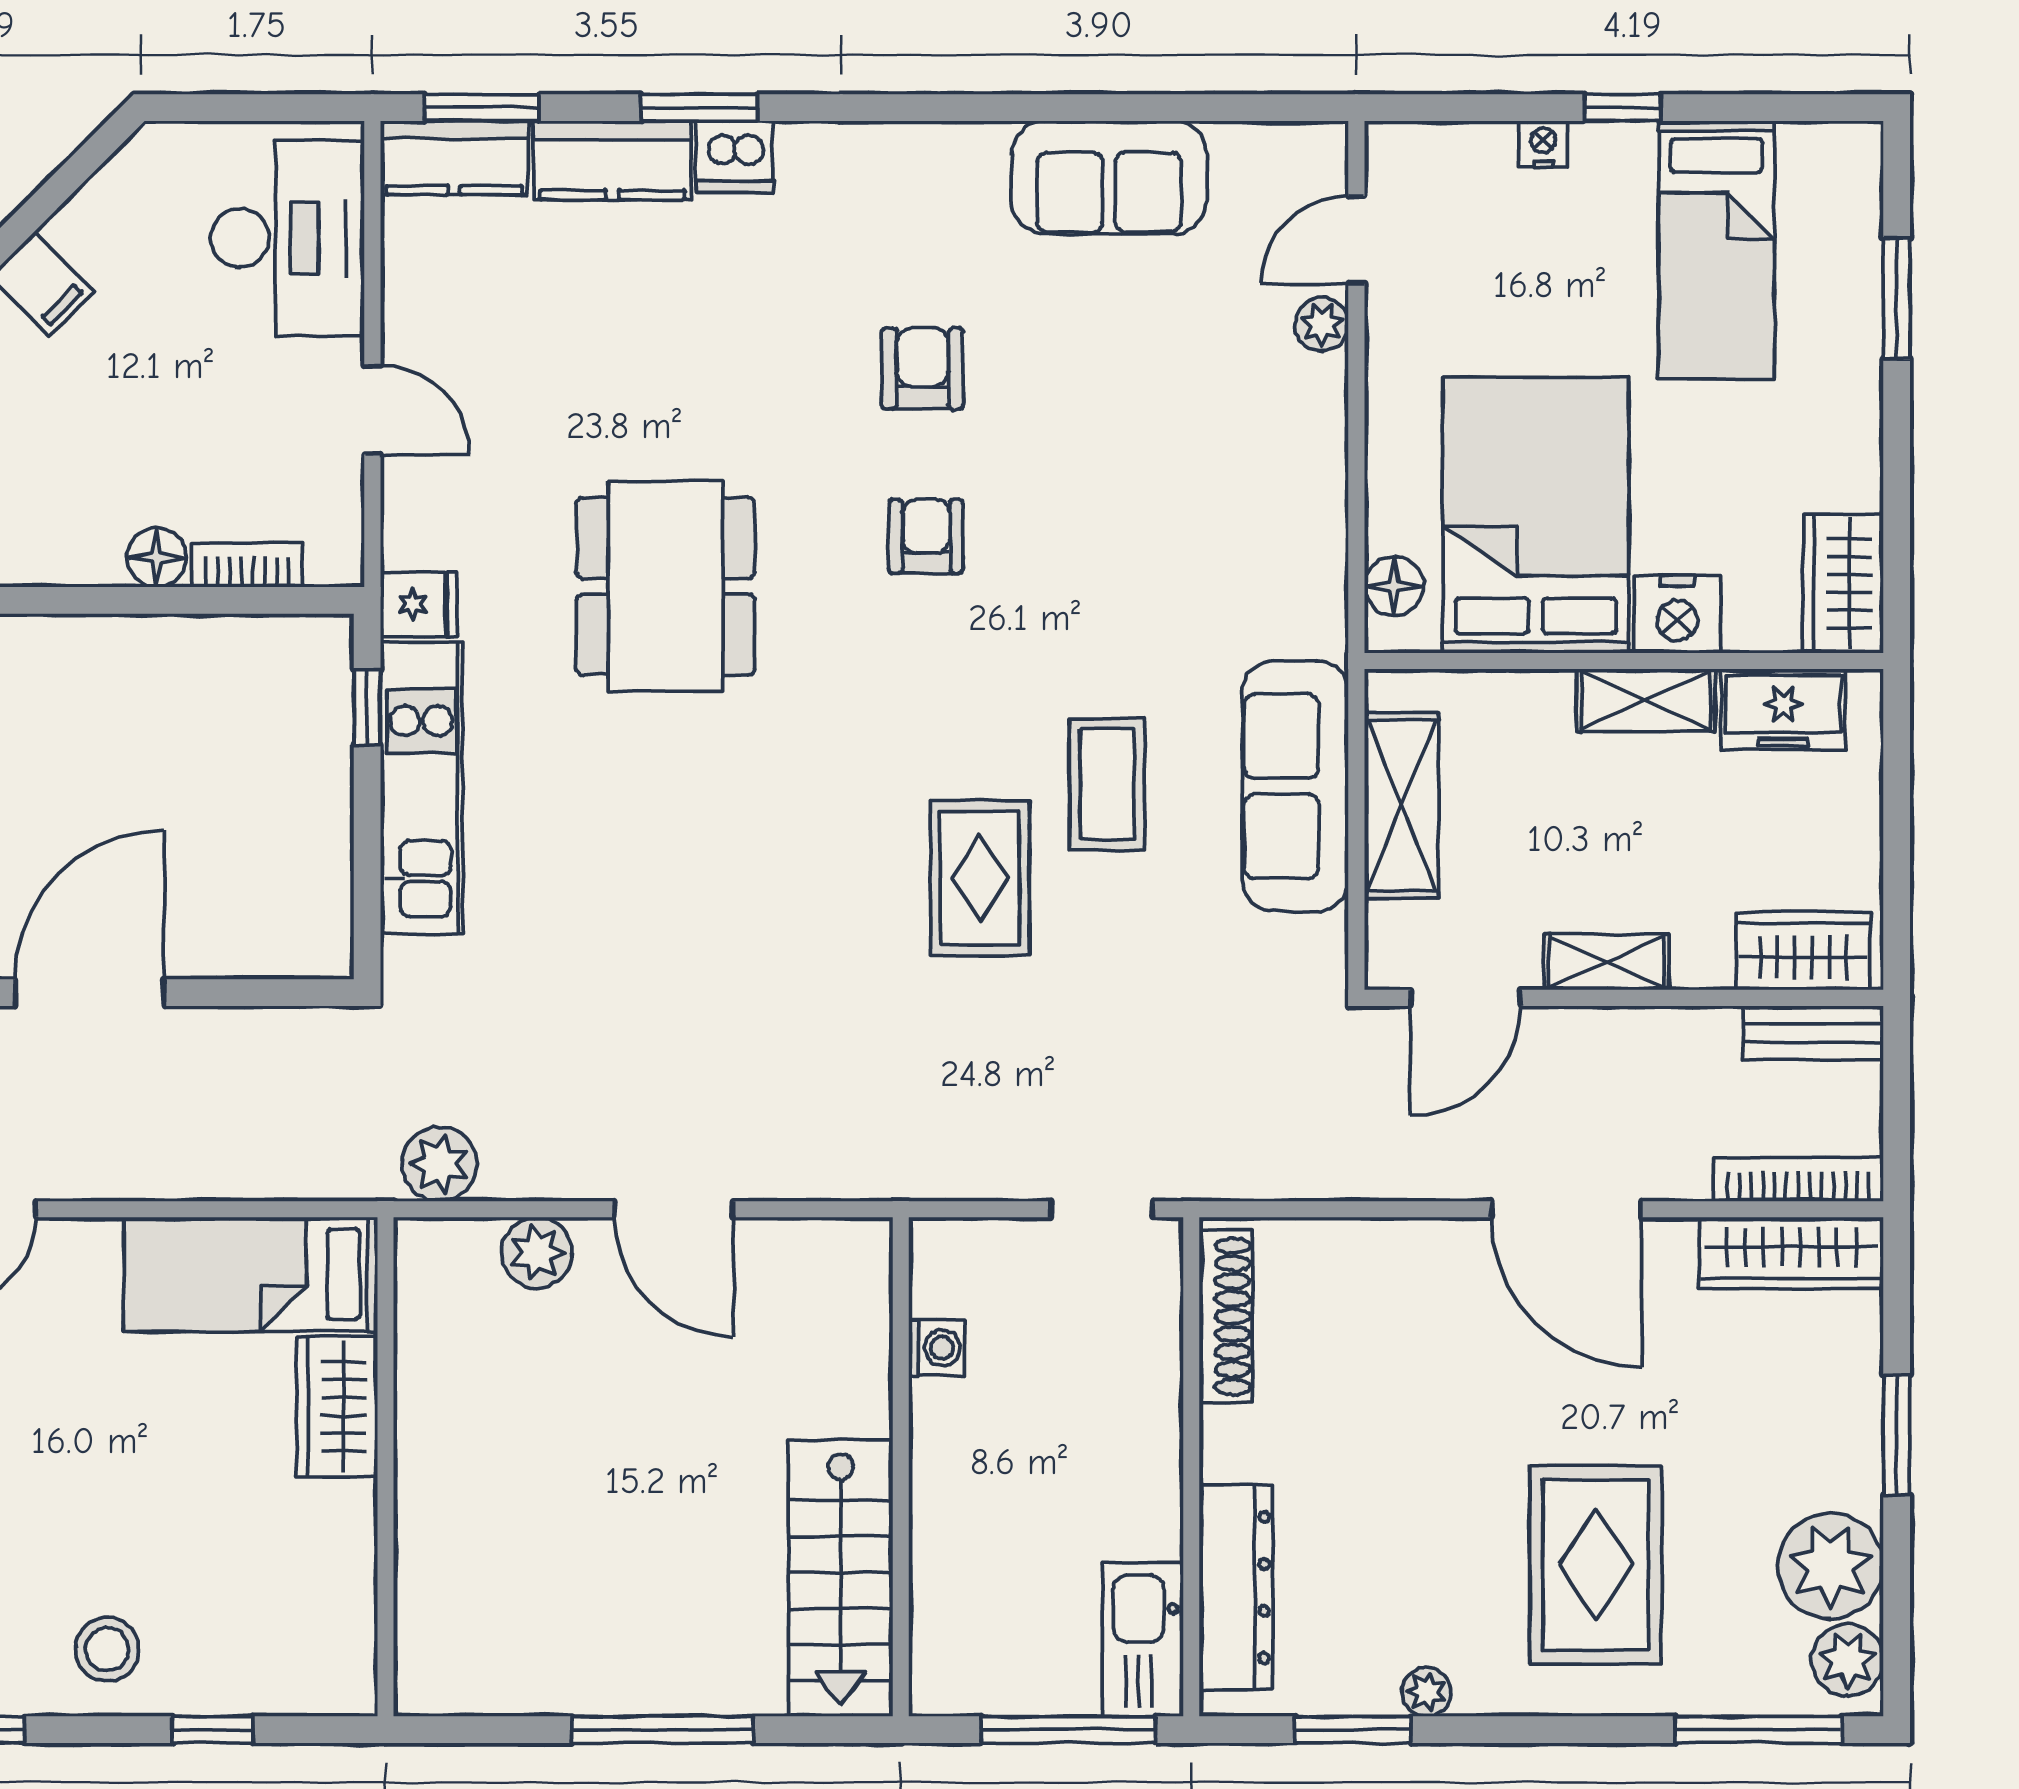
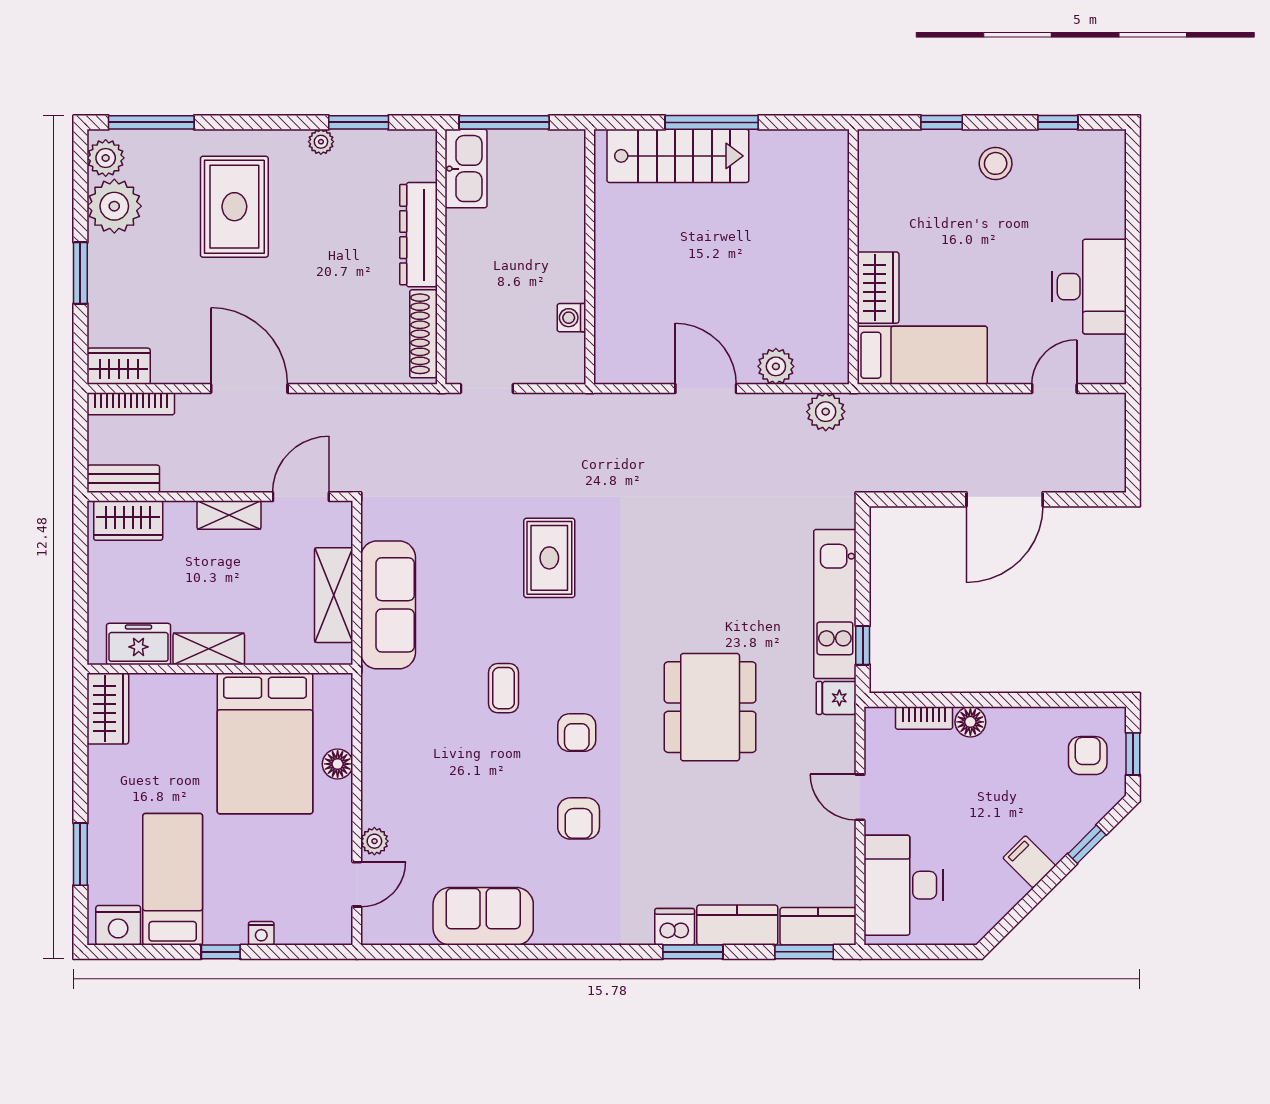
floor lamp: (1394, 586) -> (338, 764), moved
nightstand: (1677, 614) -> (118, 925), moved, turned 180
coffee table: (1107, 784) -> (503, 688), moved, width x0.73, depth x0.77
wardrobe: (1791, 1253) -> (119, 366), width x0.67
stairs: (840, 1578) -> (678, 156), moved, turned 90
dresser: (1236, 1587) -> (418, 235), moved

